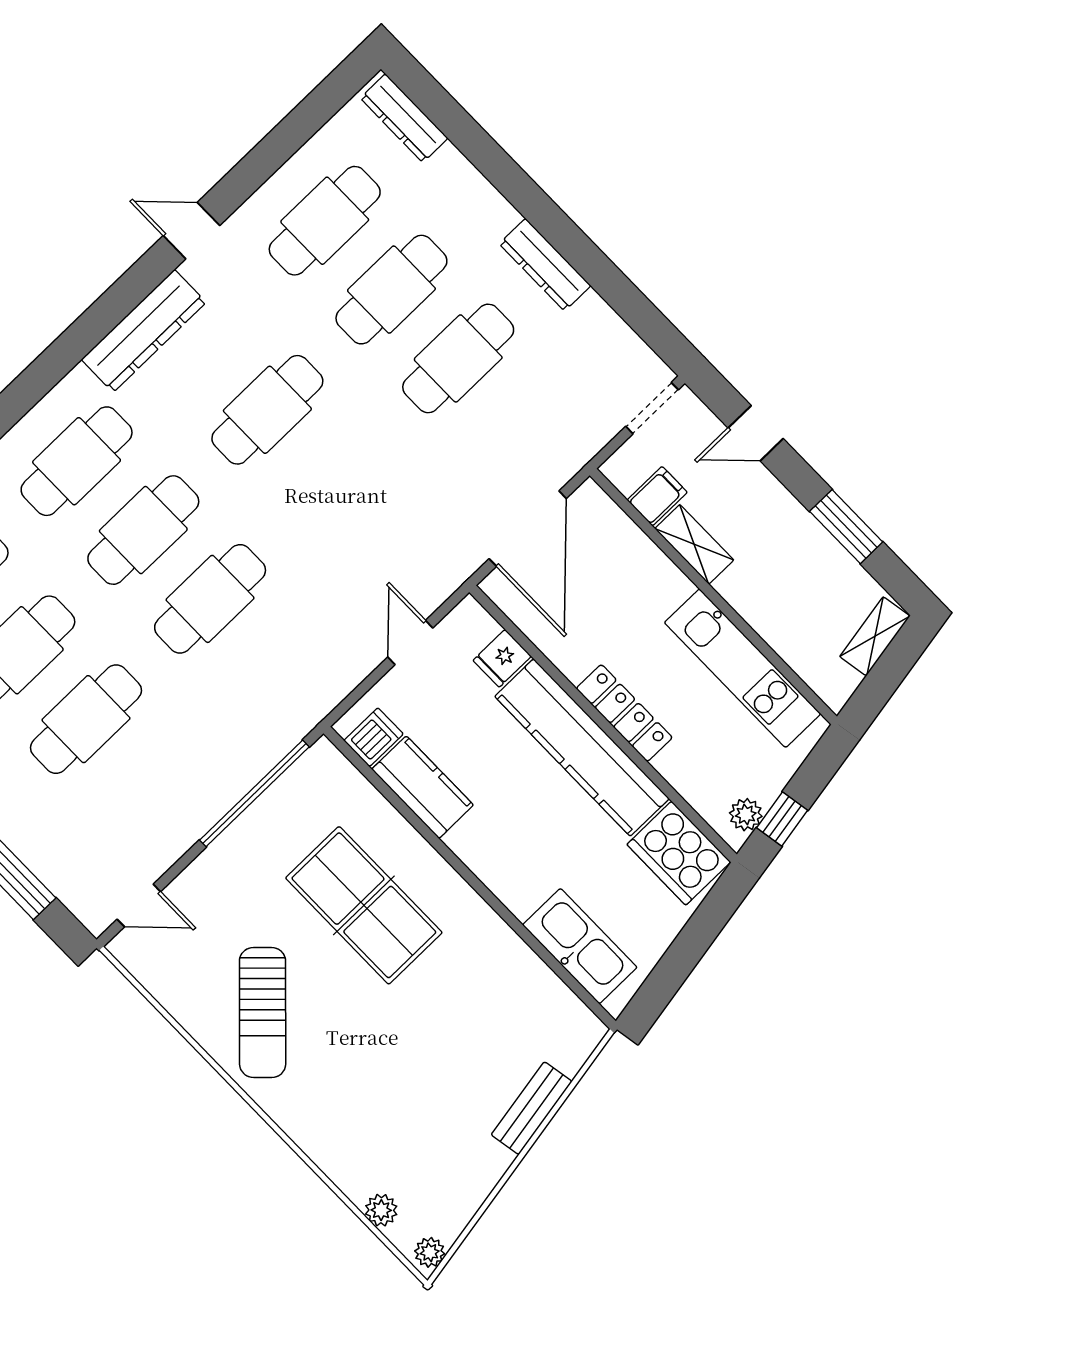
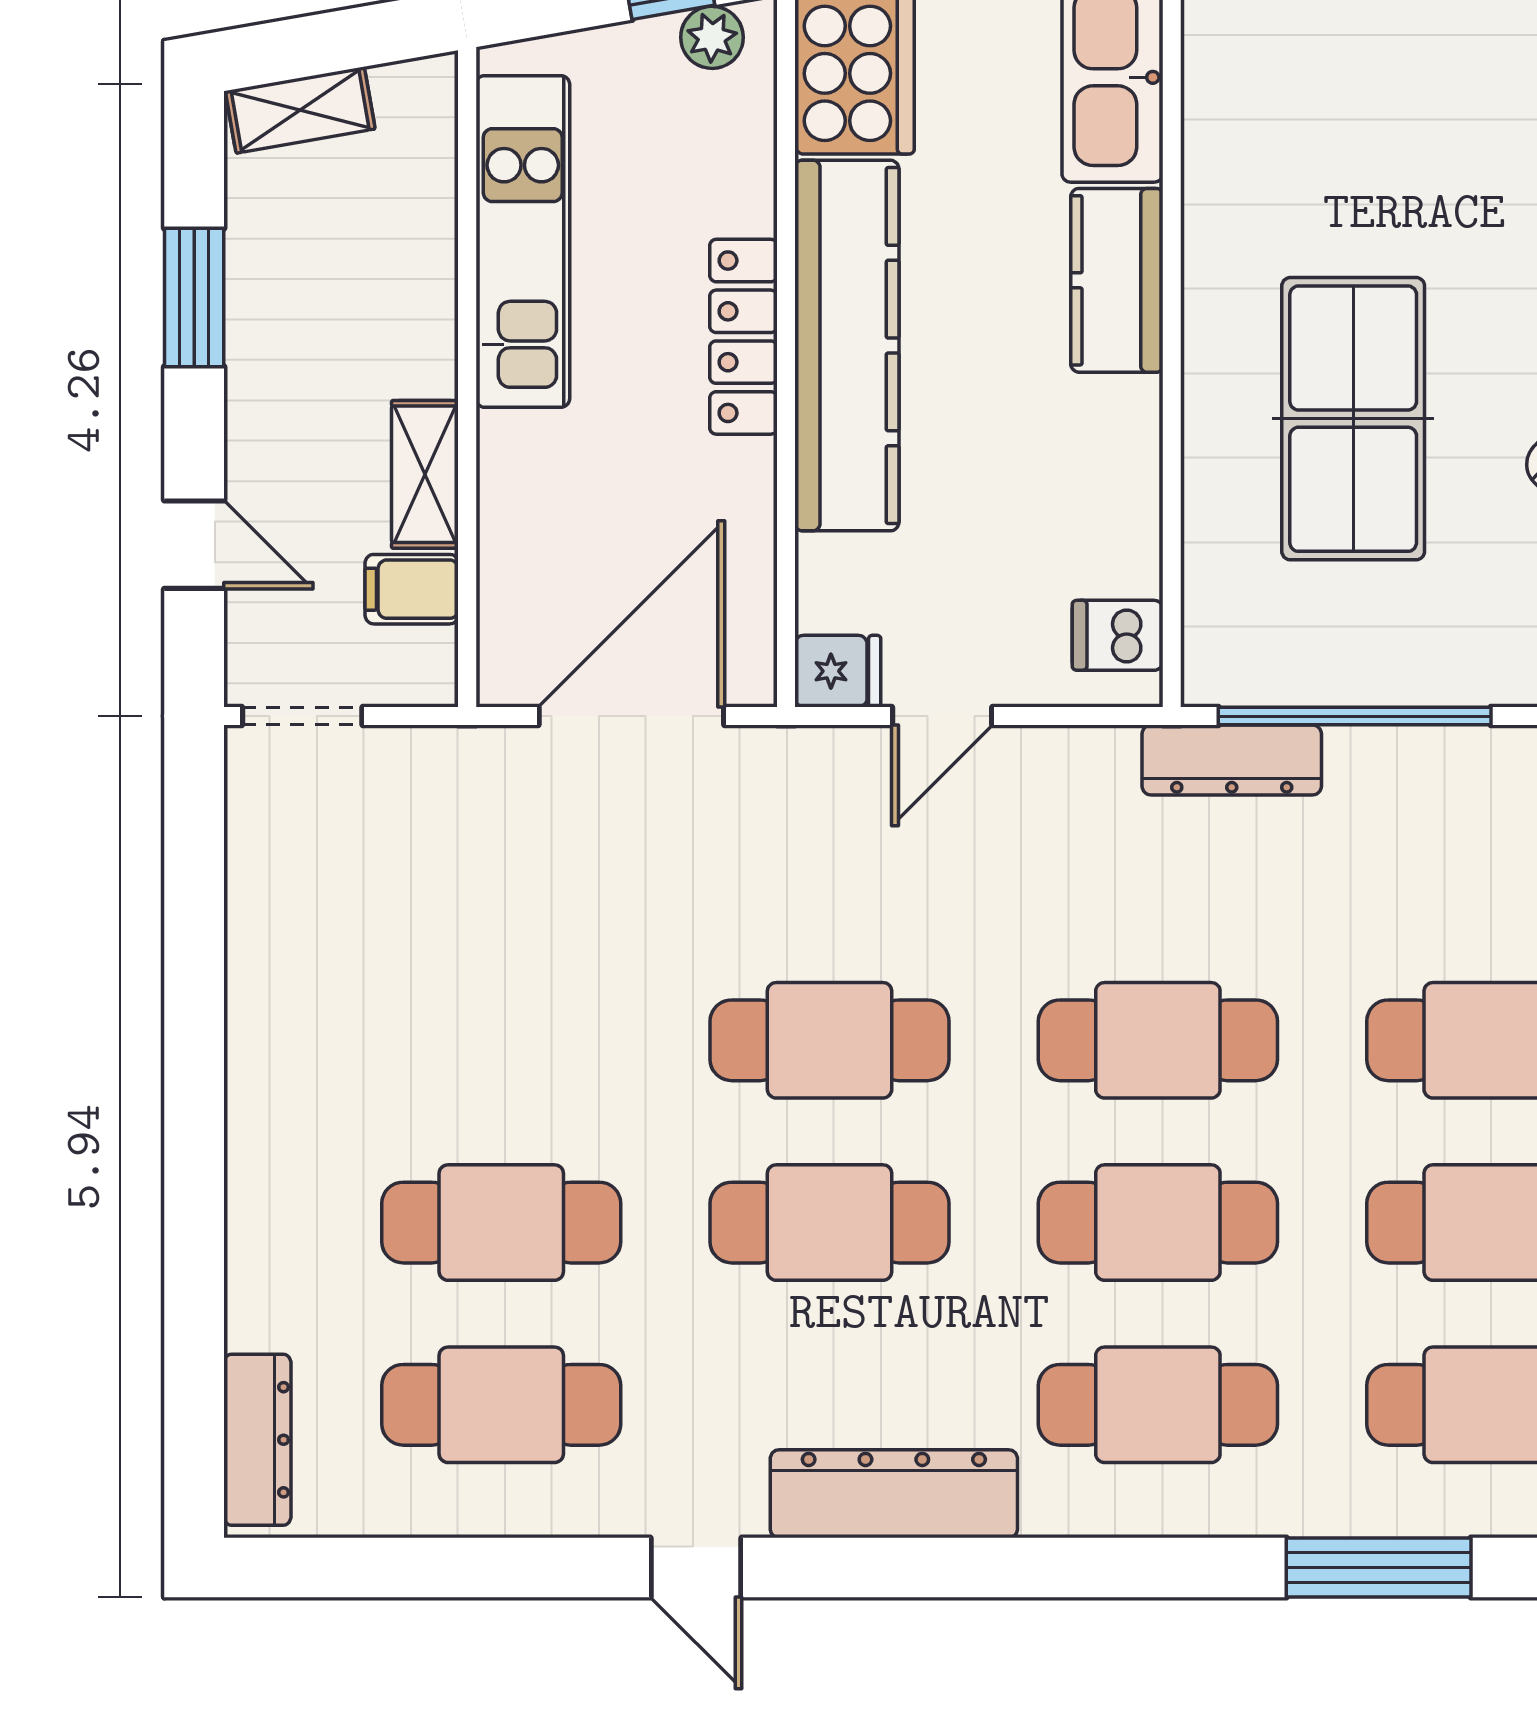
dresser: (545, 265) -> (1232, 760), moved, turned 90
cafe table: (458, 358) -> (830, 1040), moved
fridge: (502, 658) -> (838, 671), moved
kitchen counter: (423, 787) -> (1117, 280), moved

